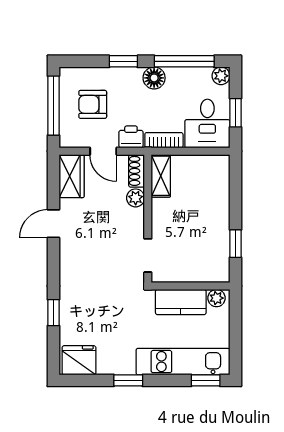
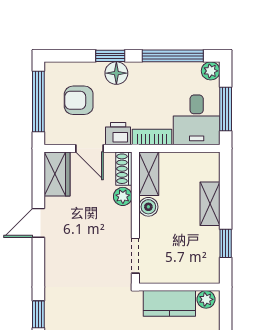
floor lamp: (154, 78) -> (116, 73), moved
window: (236, 113) -> (226, 109), width x1.50
shelving: (220, 205) -> (210, 204), added
boiler: (160, 208) -> (148, 207), added

